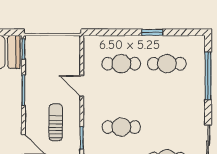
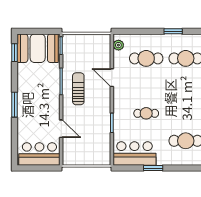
plant: (89, 48) -> (118, 45), added
sun lounger: (56, 122) -> (78, 89), moved
cafe table: (121, 127) -> (146, 113), width x0.73, depth x0.74

